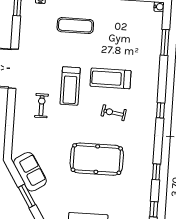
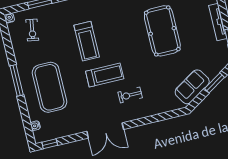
exercise mat: (75, 26) -> (49, 87), width x2.00, depth x1.45
exercise bike: (114, 113) -> (32, 30), moved

